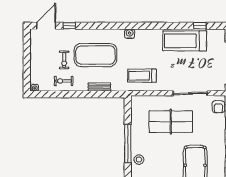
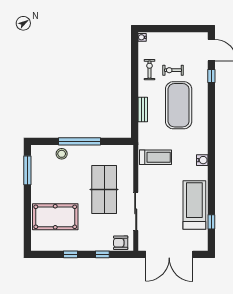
water cooler: (130, 34) -> (202, 160), moved
treadmill: (142, 76) -> (155, 157), turned 90

